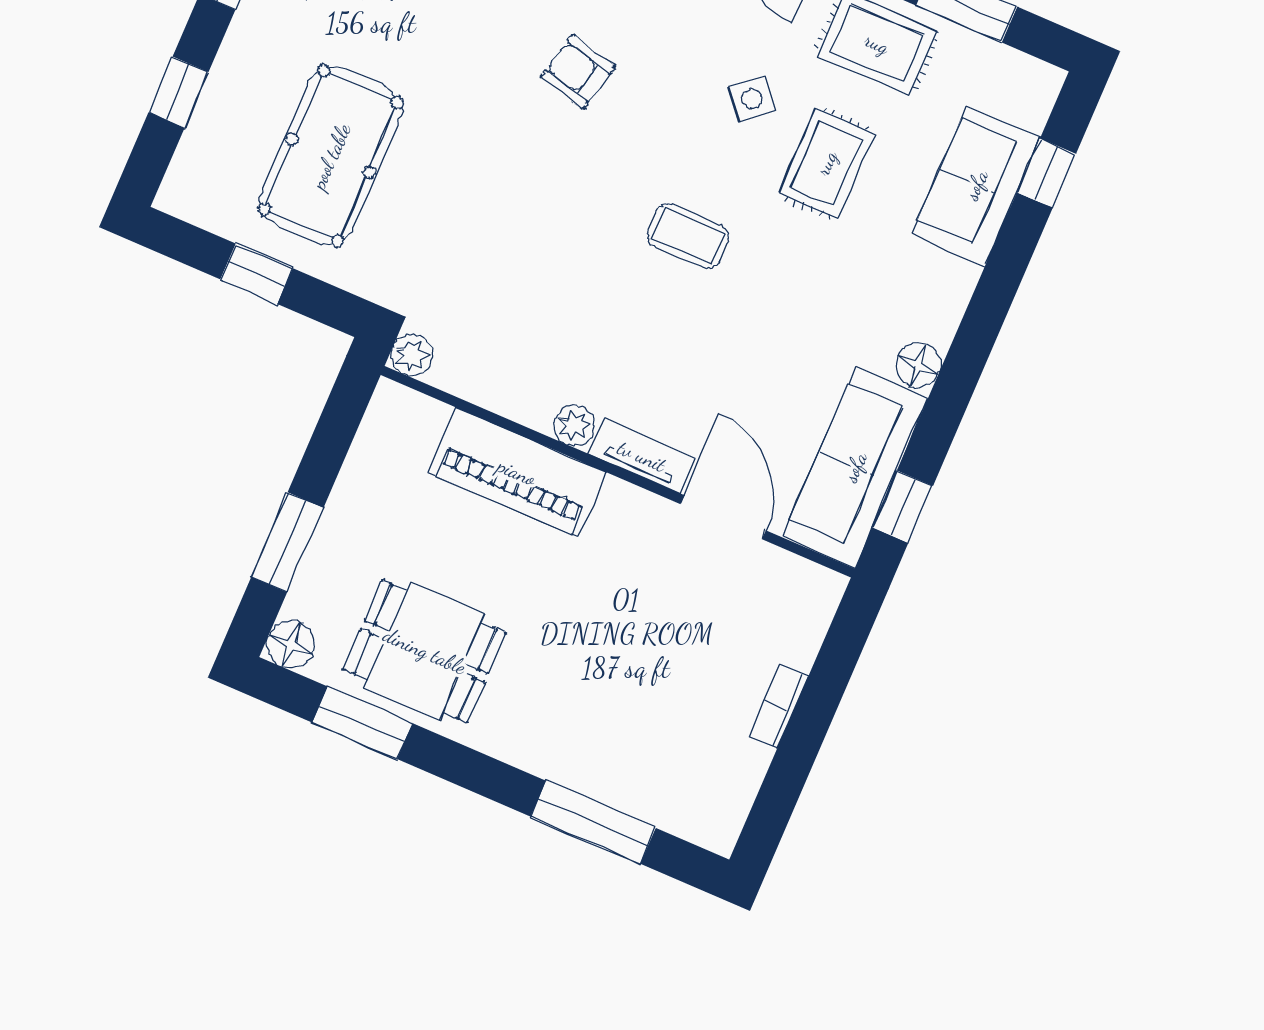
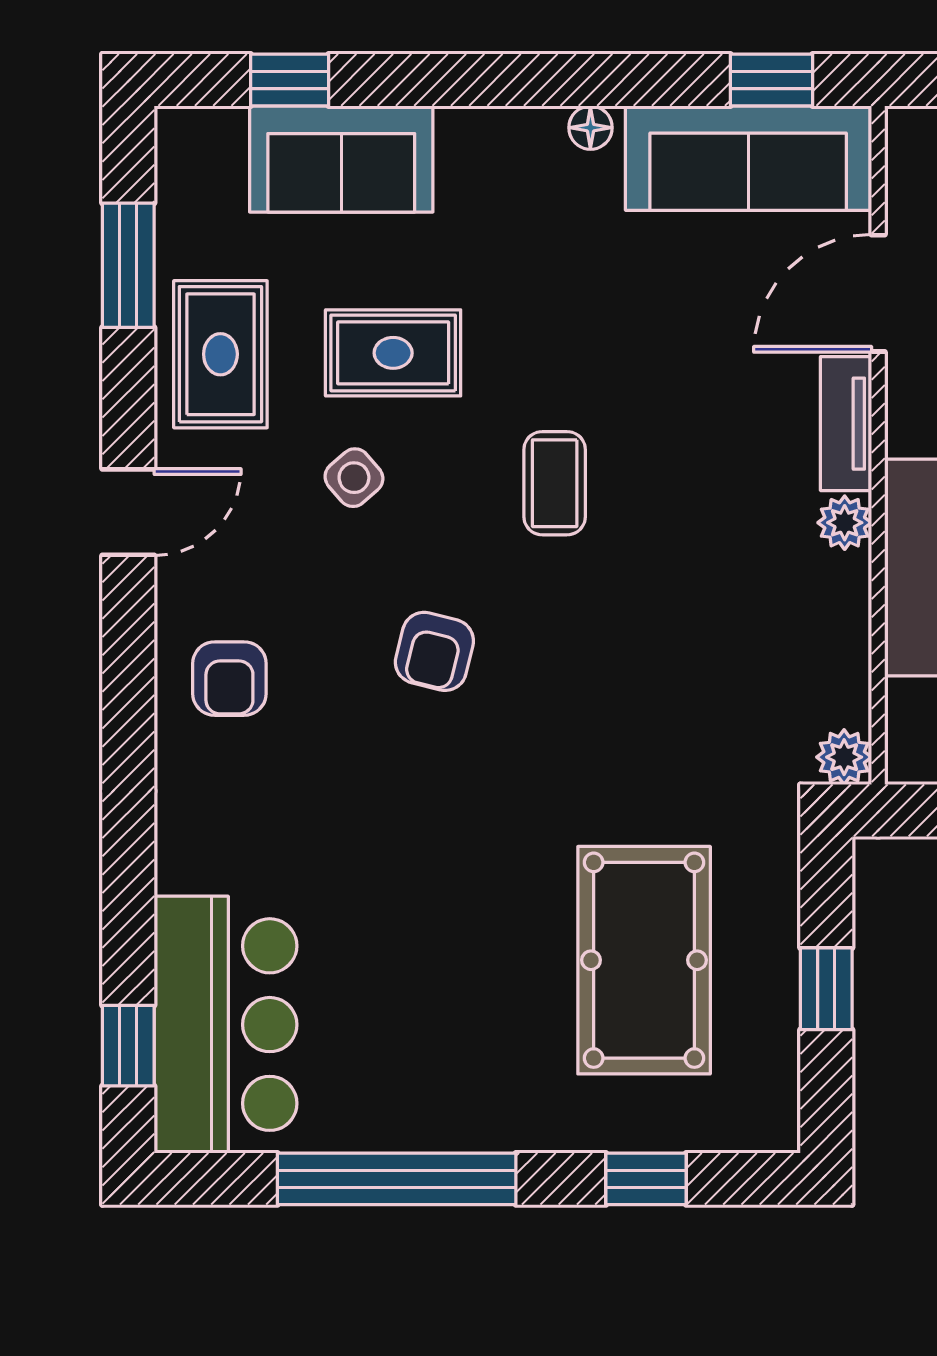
armchair: (578, 72) -> (434, 651), moved
pool table: (331, 156) -> (644, 960), turned 90
floor lamp: (918, 365) -> (590, 128), width x0.73, depth x0.73

